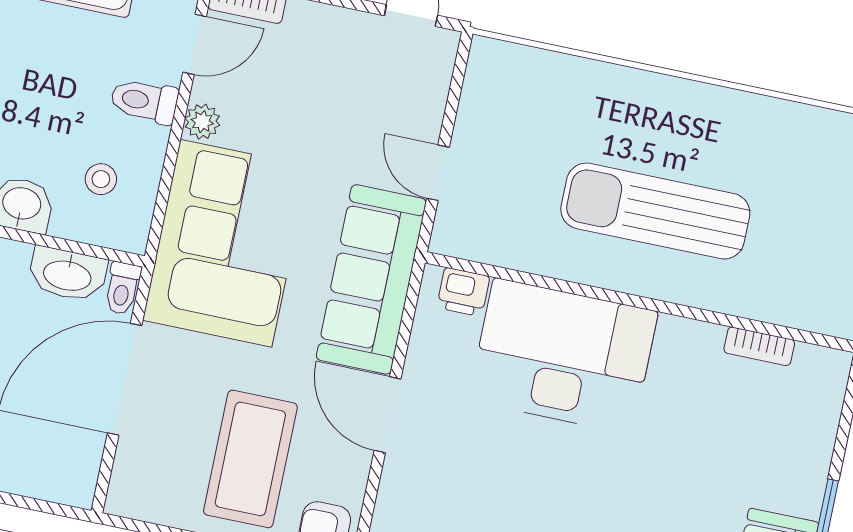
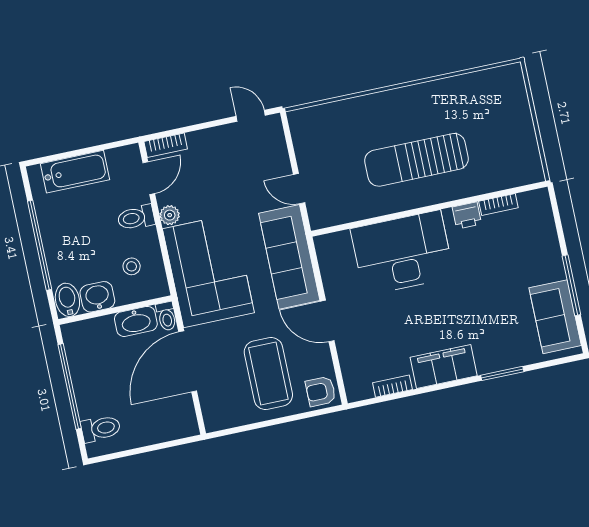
printer: (463, 292) -> (467, 215), moved

